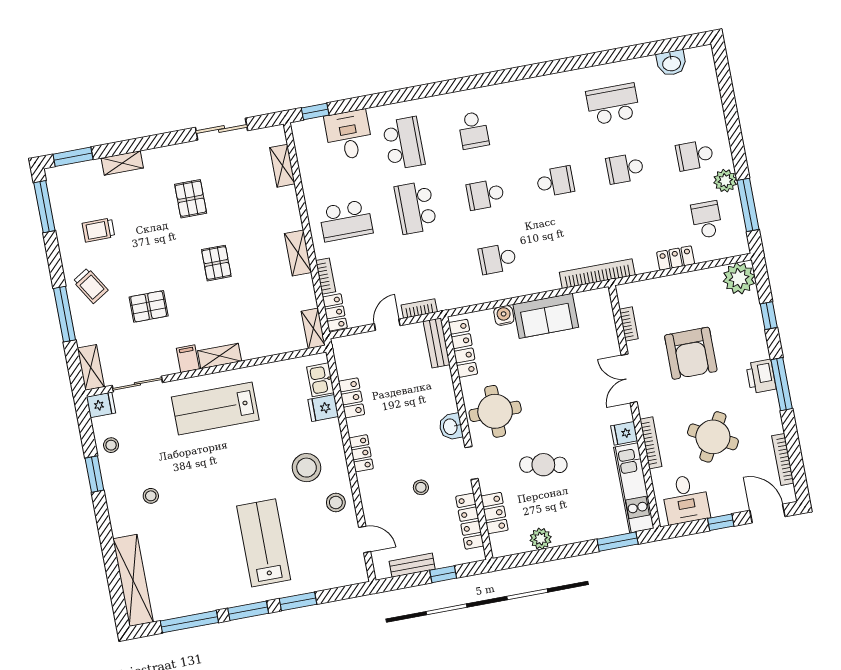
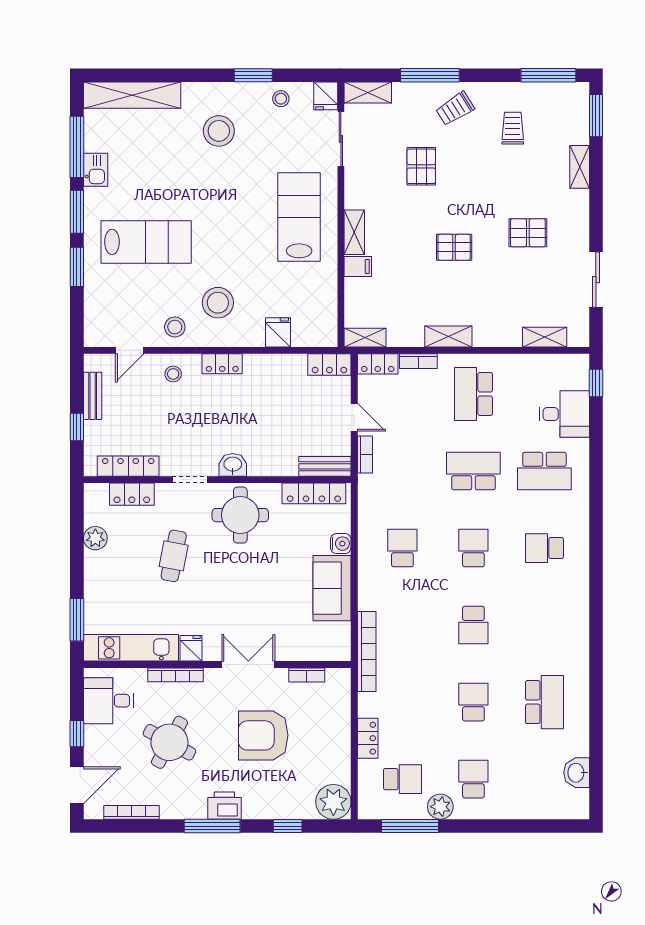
filing cabinet: (188, 359) -> (358, 267), moved
kitchen sink: (320, 380) -> (96, 170), moved, turned 90
locker: (351, 398) -> (329, 365), moved
stool: (421, 487) -> (173, 374), moved
stool: (151, 496) -> (219, 131), width x1.89, depth x1.89

